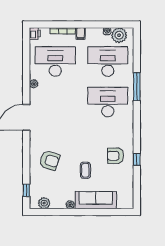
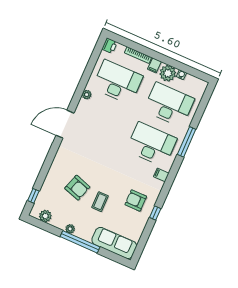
plant: (119, 35) -> (168, 73), moved
filing cabinet: (128, 124) -> (161, 175), added
armchair: (49, 160) -> (77, 188), moved
sofa: (96, 200) -> (114, 243), moved
window: (83, 212) -> (80, 242), added

